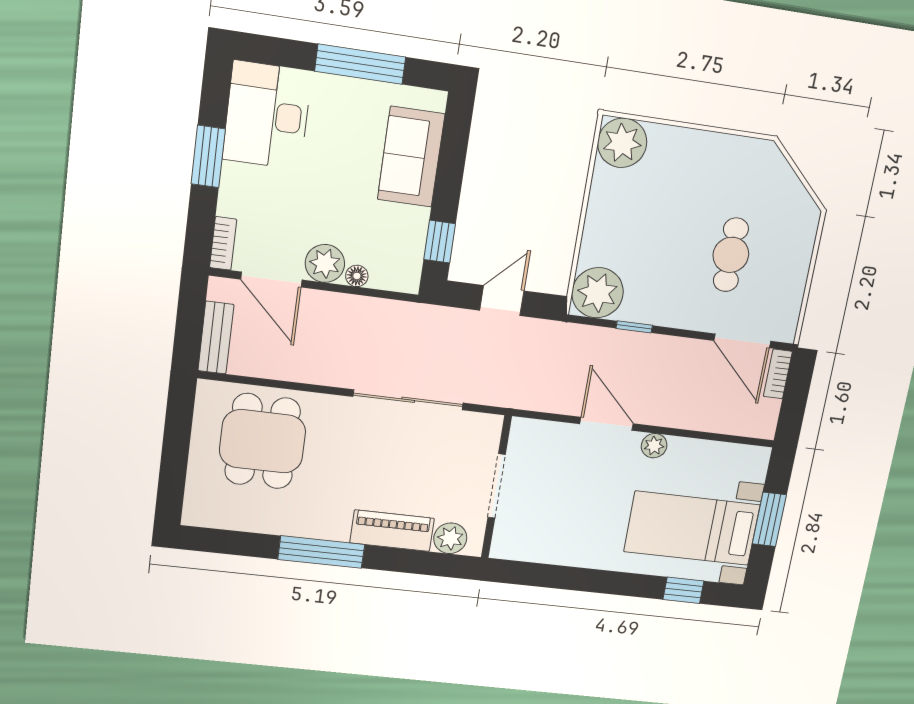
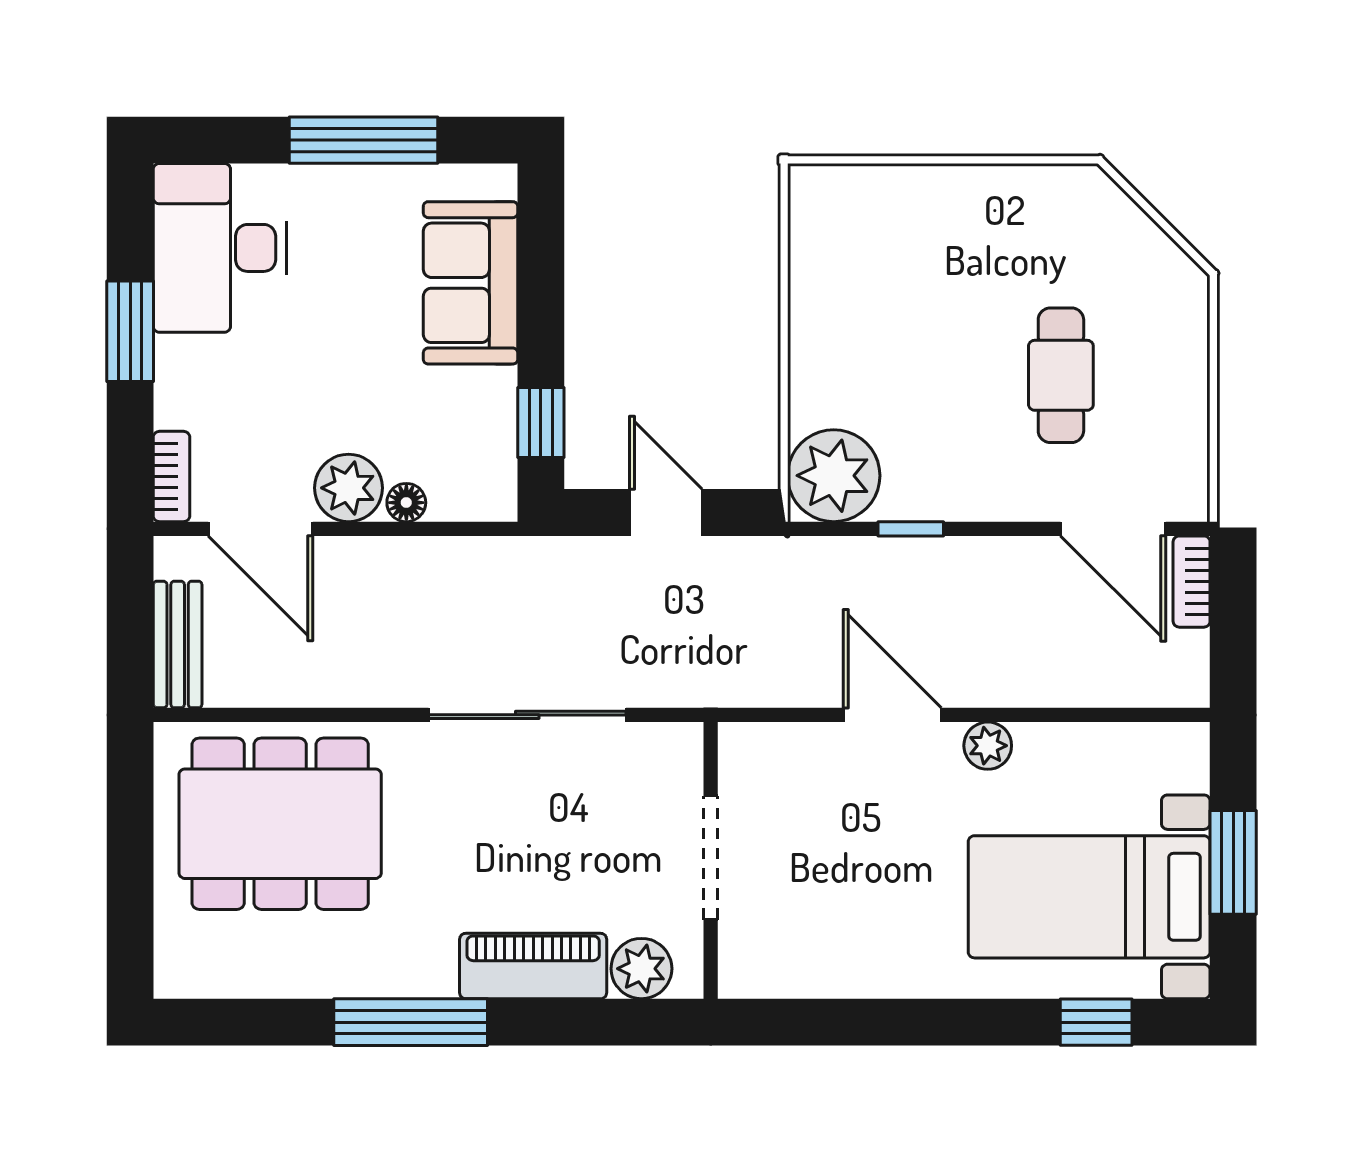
plant: (622, 143) -> (831, 207), removed
door: (502, 301) -> (666, 512), hinge flipped
dining table: (263, 441) -> (280, 824), width x1.37

